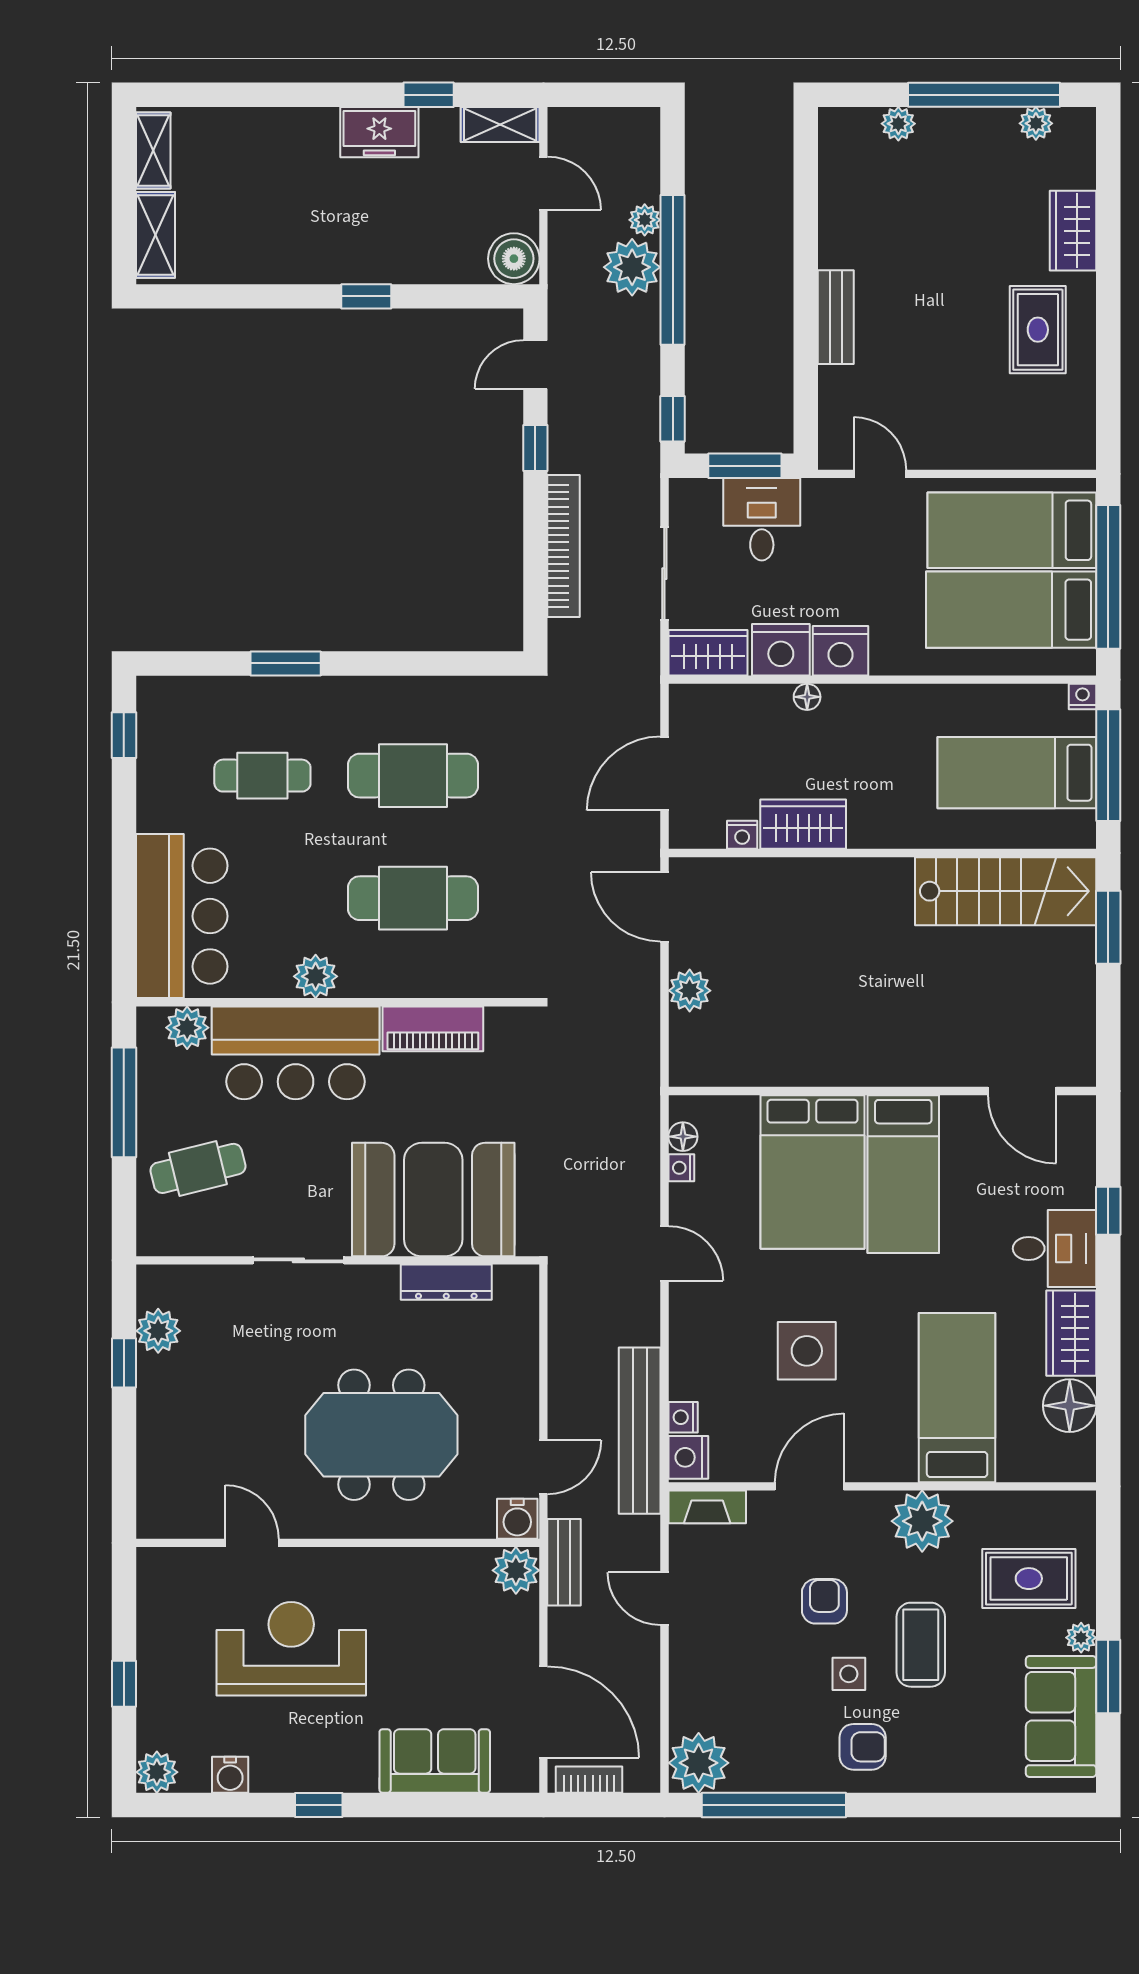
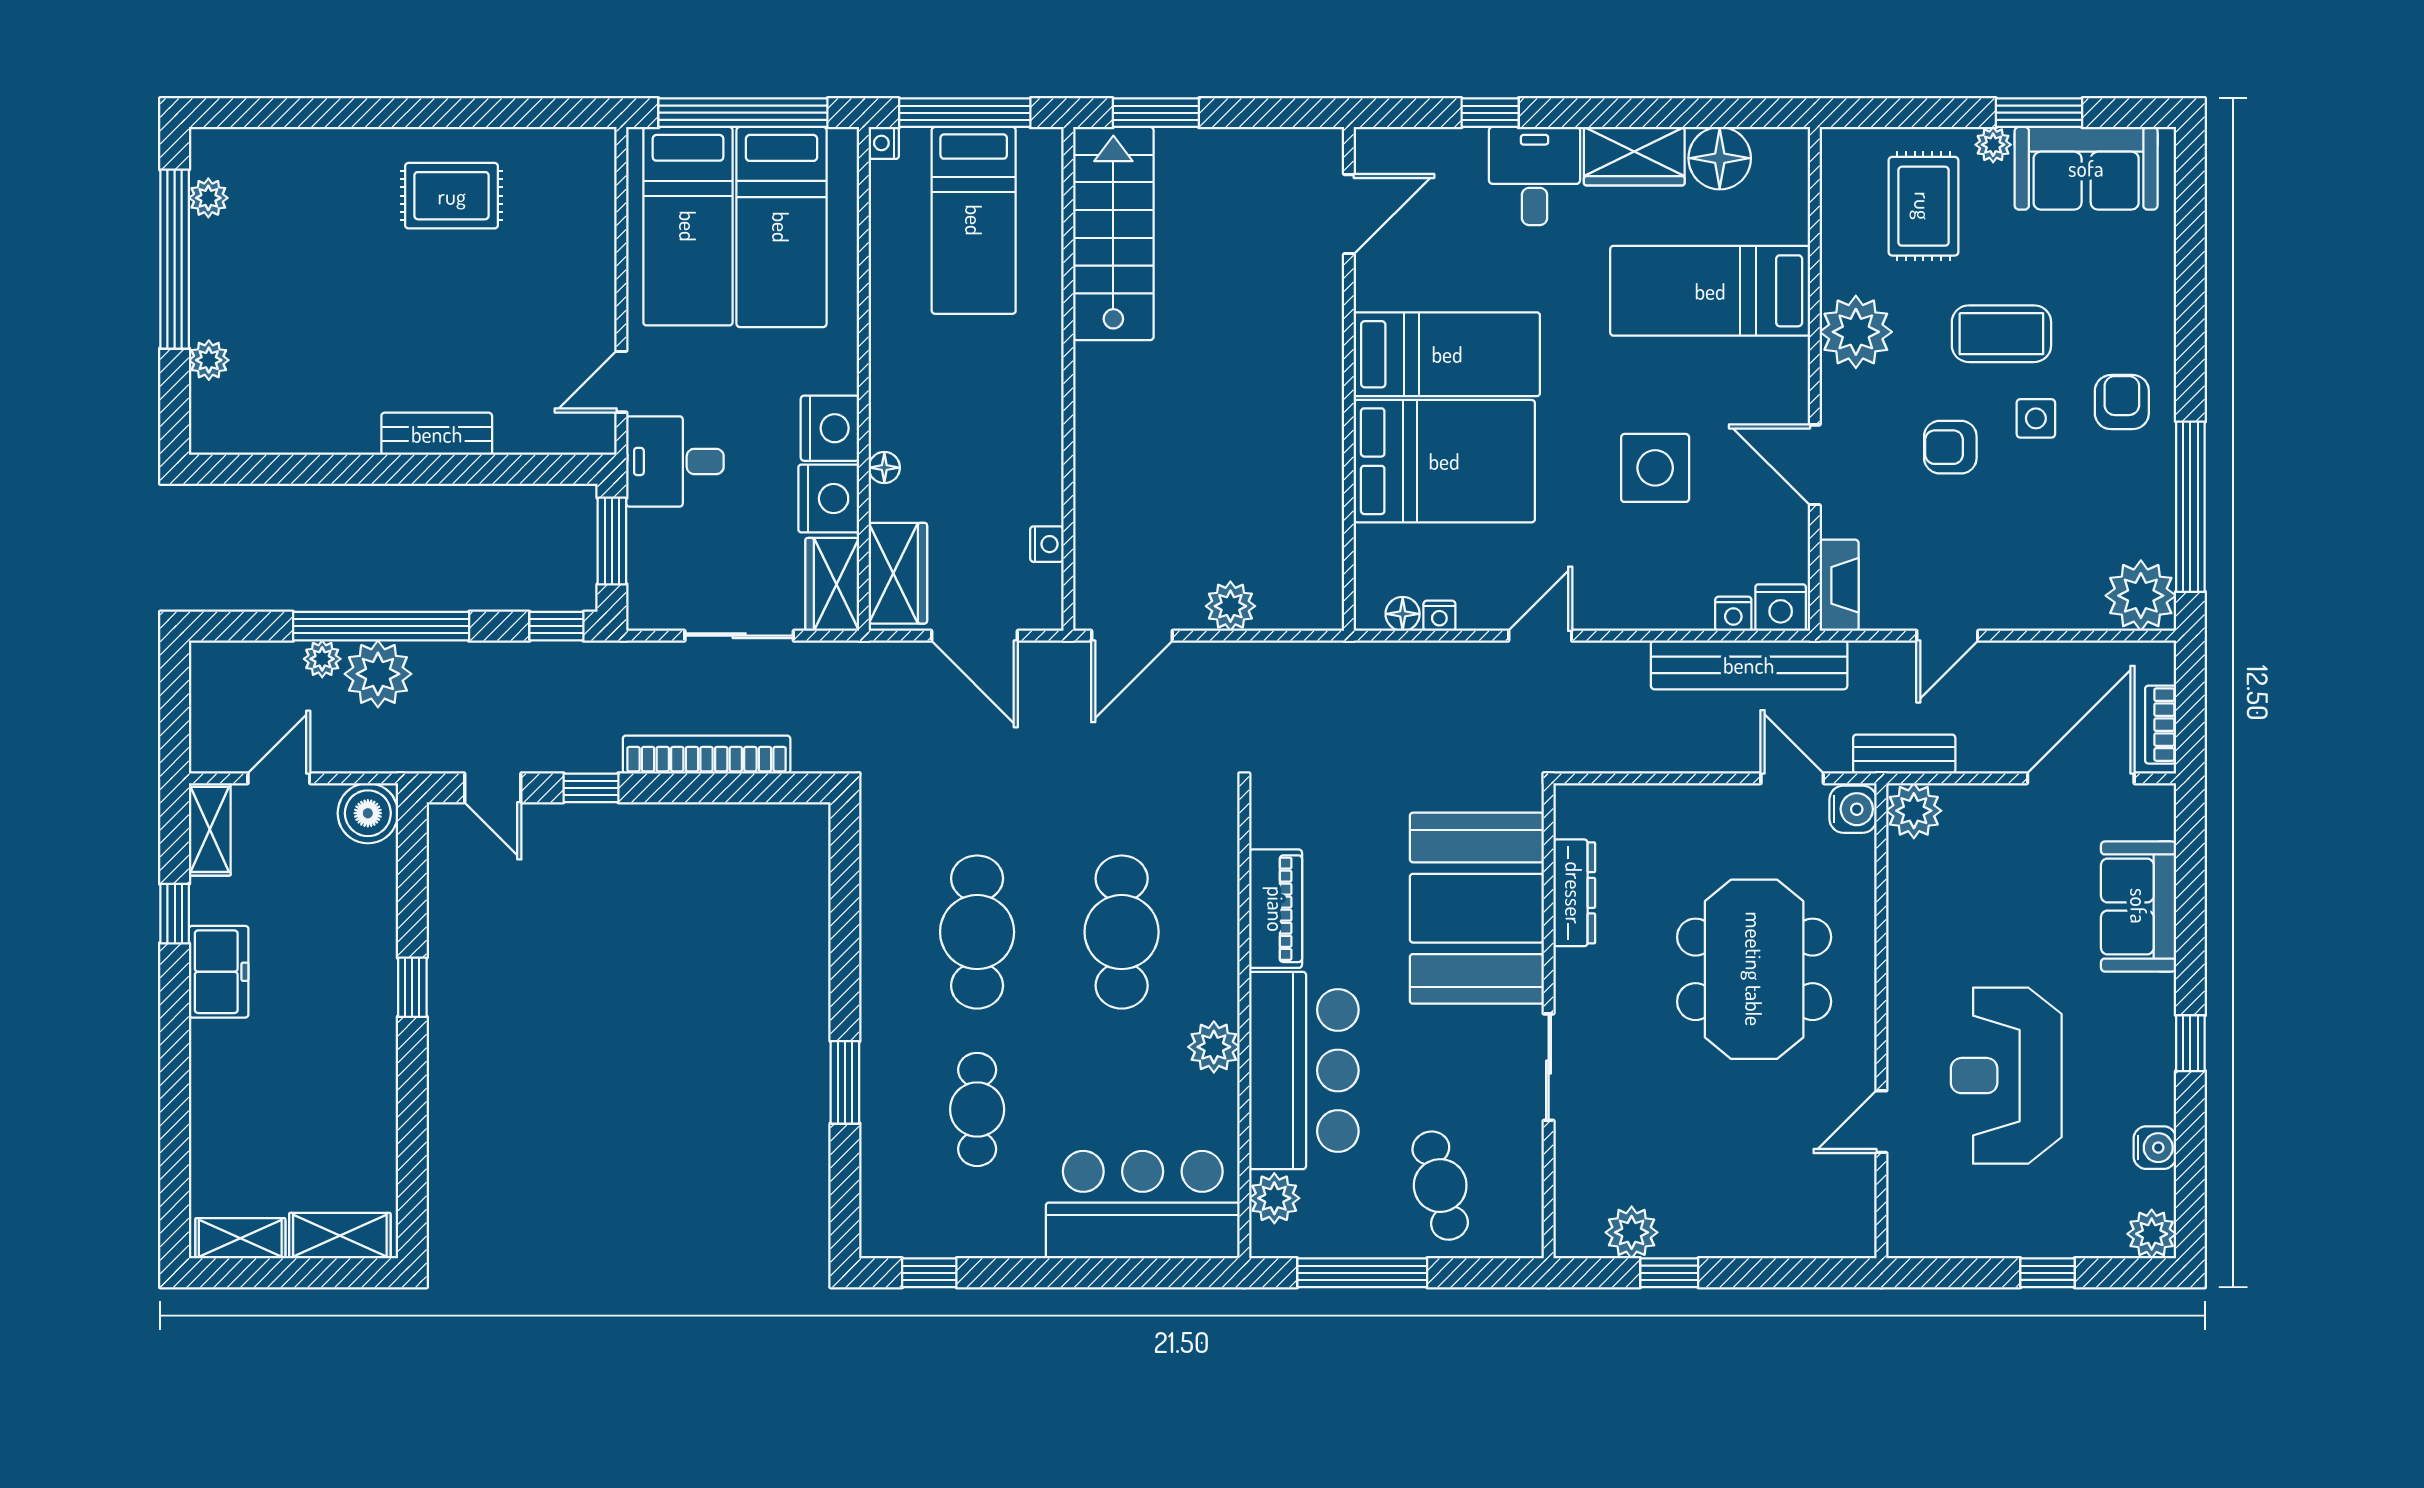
wardrobe: (1073, 231) -> (335, 154), removed
desk: (762, 519) -> (675, 461), moved
wardrobe: (803, 824) -> (898, 573), moved, turned 180

